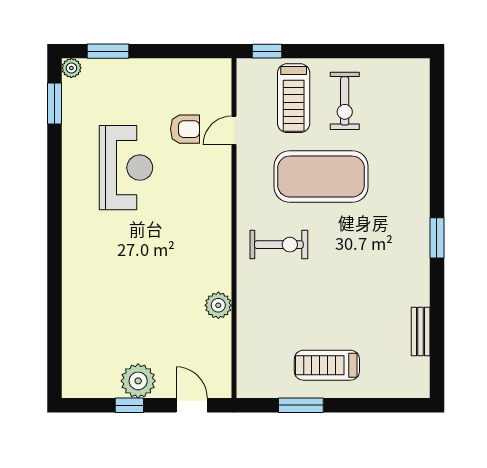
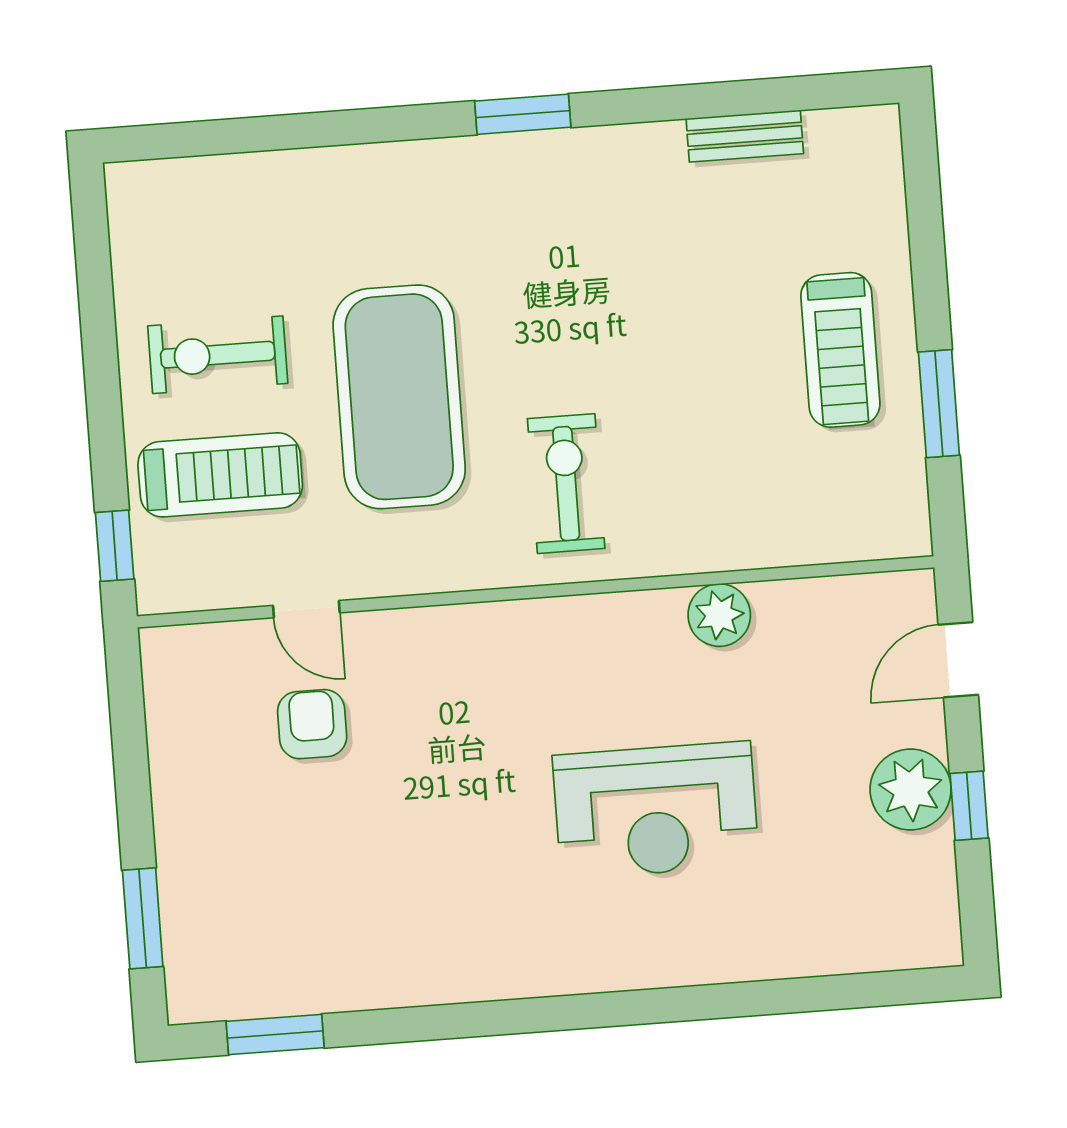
plant: (71, 68) -> (189, 1001), removed
exercise bike: (345, 101) -> (218, 355), turned 180
reception desk: (126, 168) -> (656, 810), moved, turned 180

